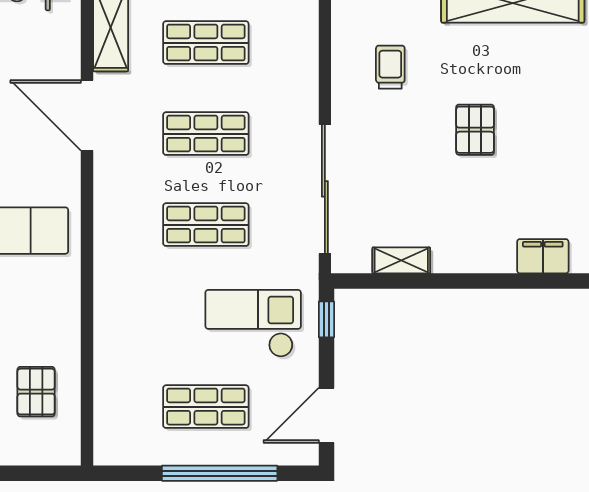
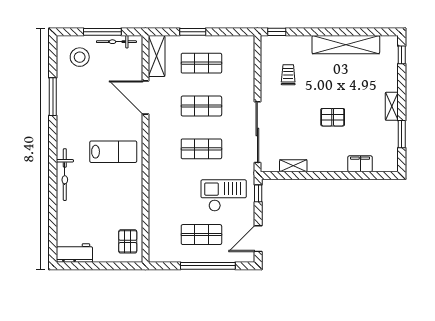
pallet: (475, 130) -> (333, 117), moved, turned 90
pallet: (36, 392) -> (128, 241), moved

